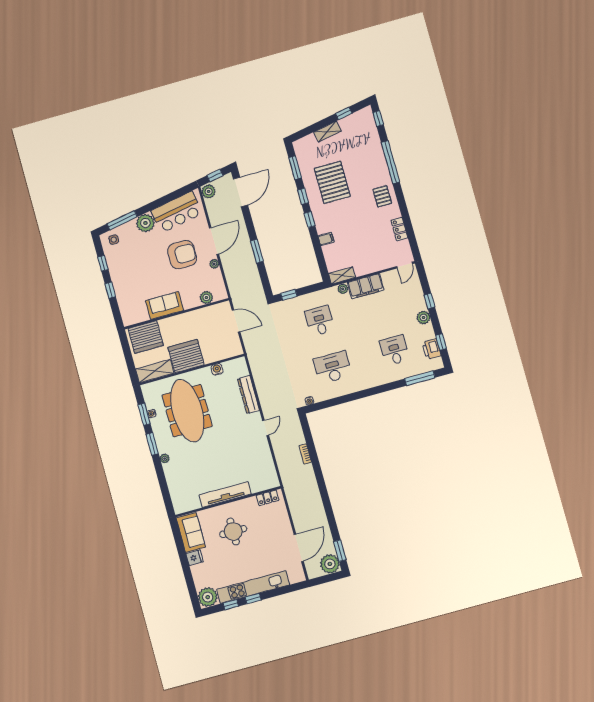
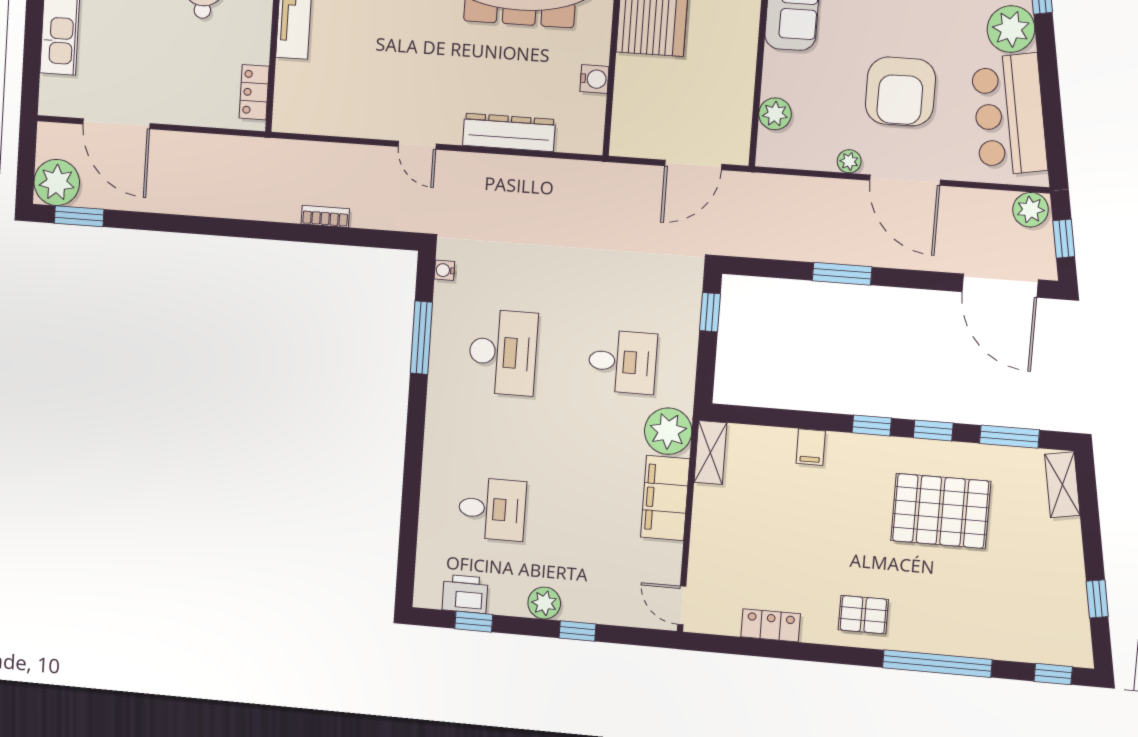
shelving: (327, 132) -> (1062, 485), moved
plant: (343, 289) -> (668, 431), width x1.88, depth x1.88
window: (420, 378) -> (421, 338), moved

